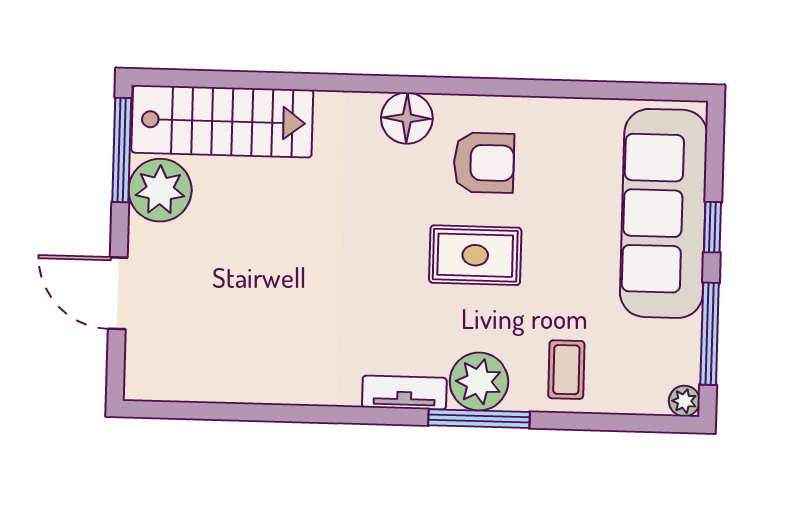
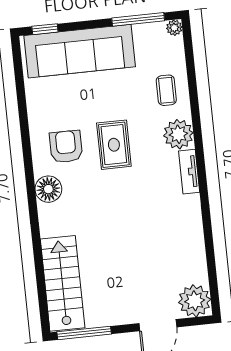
plant: (160, 190) -> (195, 301), moved
window: (713, 227) -> (45, 29), moved
coffee table: (566, 370) -> (166, 90), turned 90
window: (479, 419) -> (197, 132), removed

